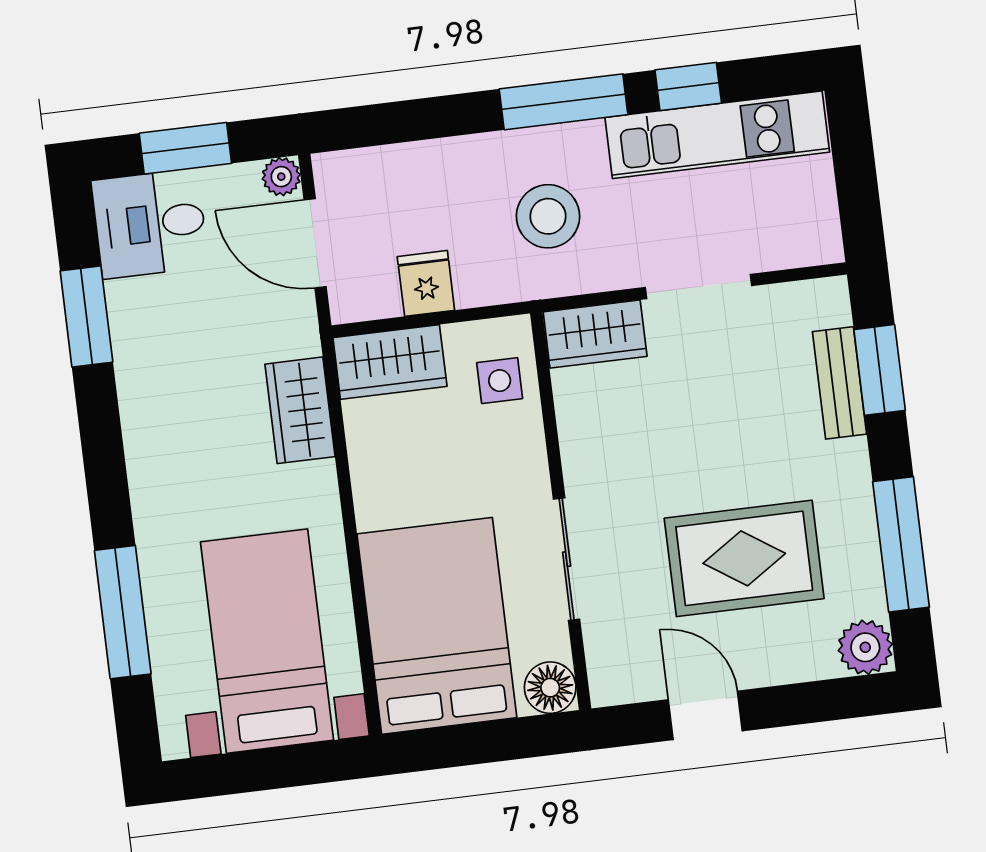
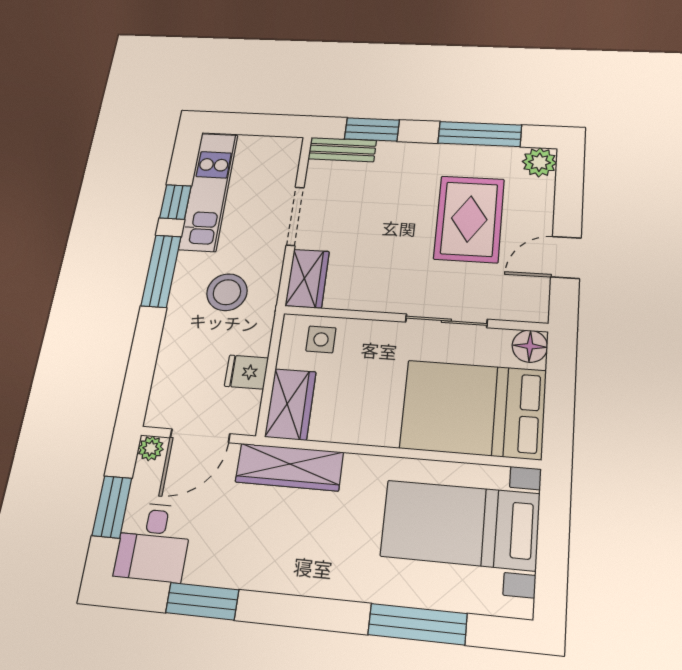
bench: (840, 383) -> (342, 150), moved
wardrobe: (300, 410) -> (289, 467), width x1.50

